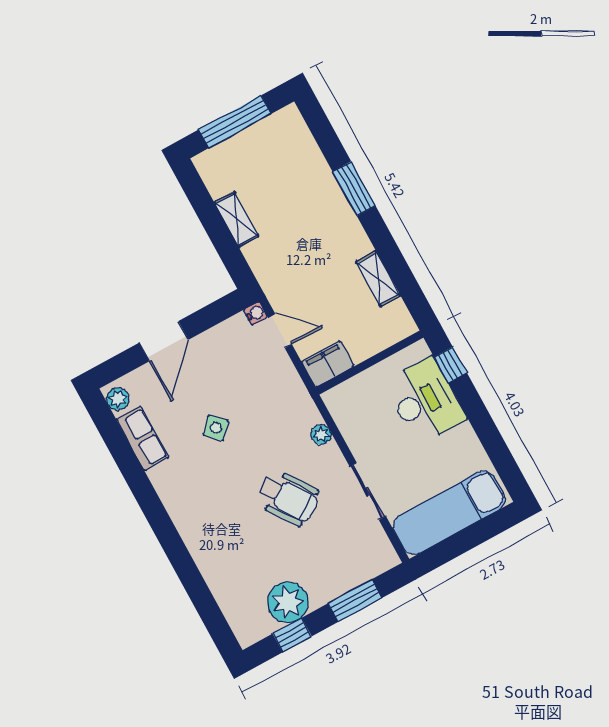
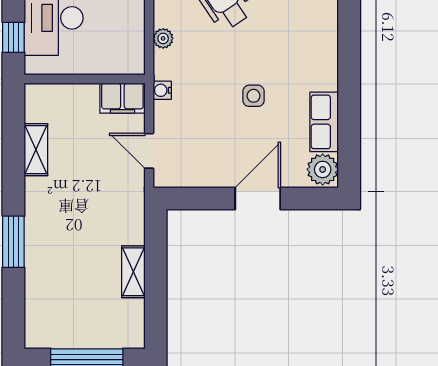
water cooler: (256, 313) -> (162, 90), moved
plant: (118, 399) -> (323, 169), width x1.38, depth x1.38
side table: (216, 428) -> (254, 96), turned 45

